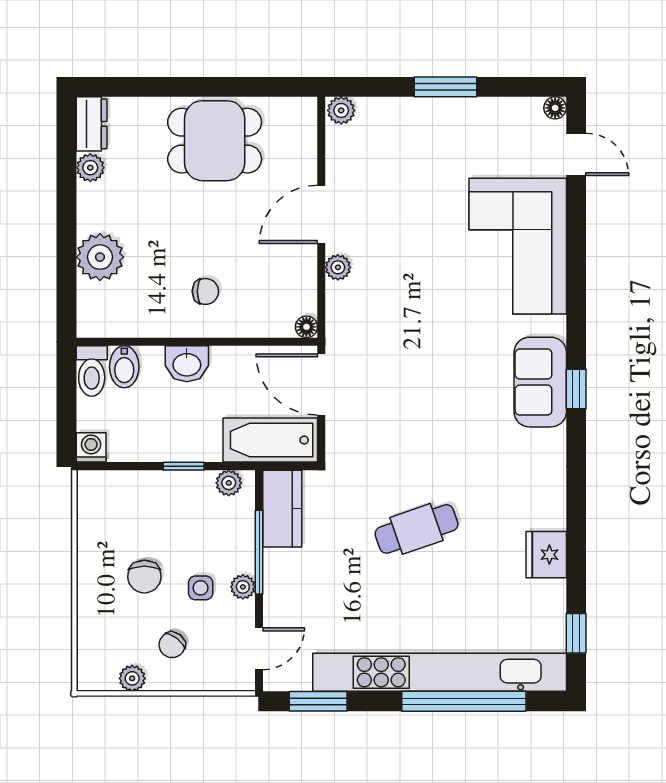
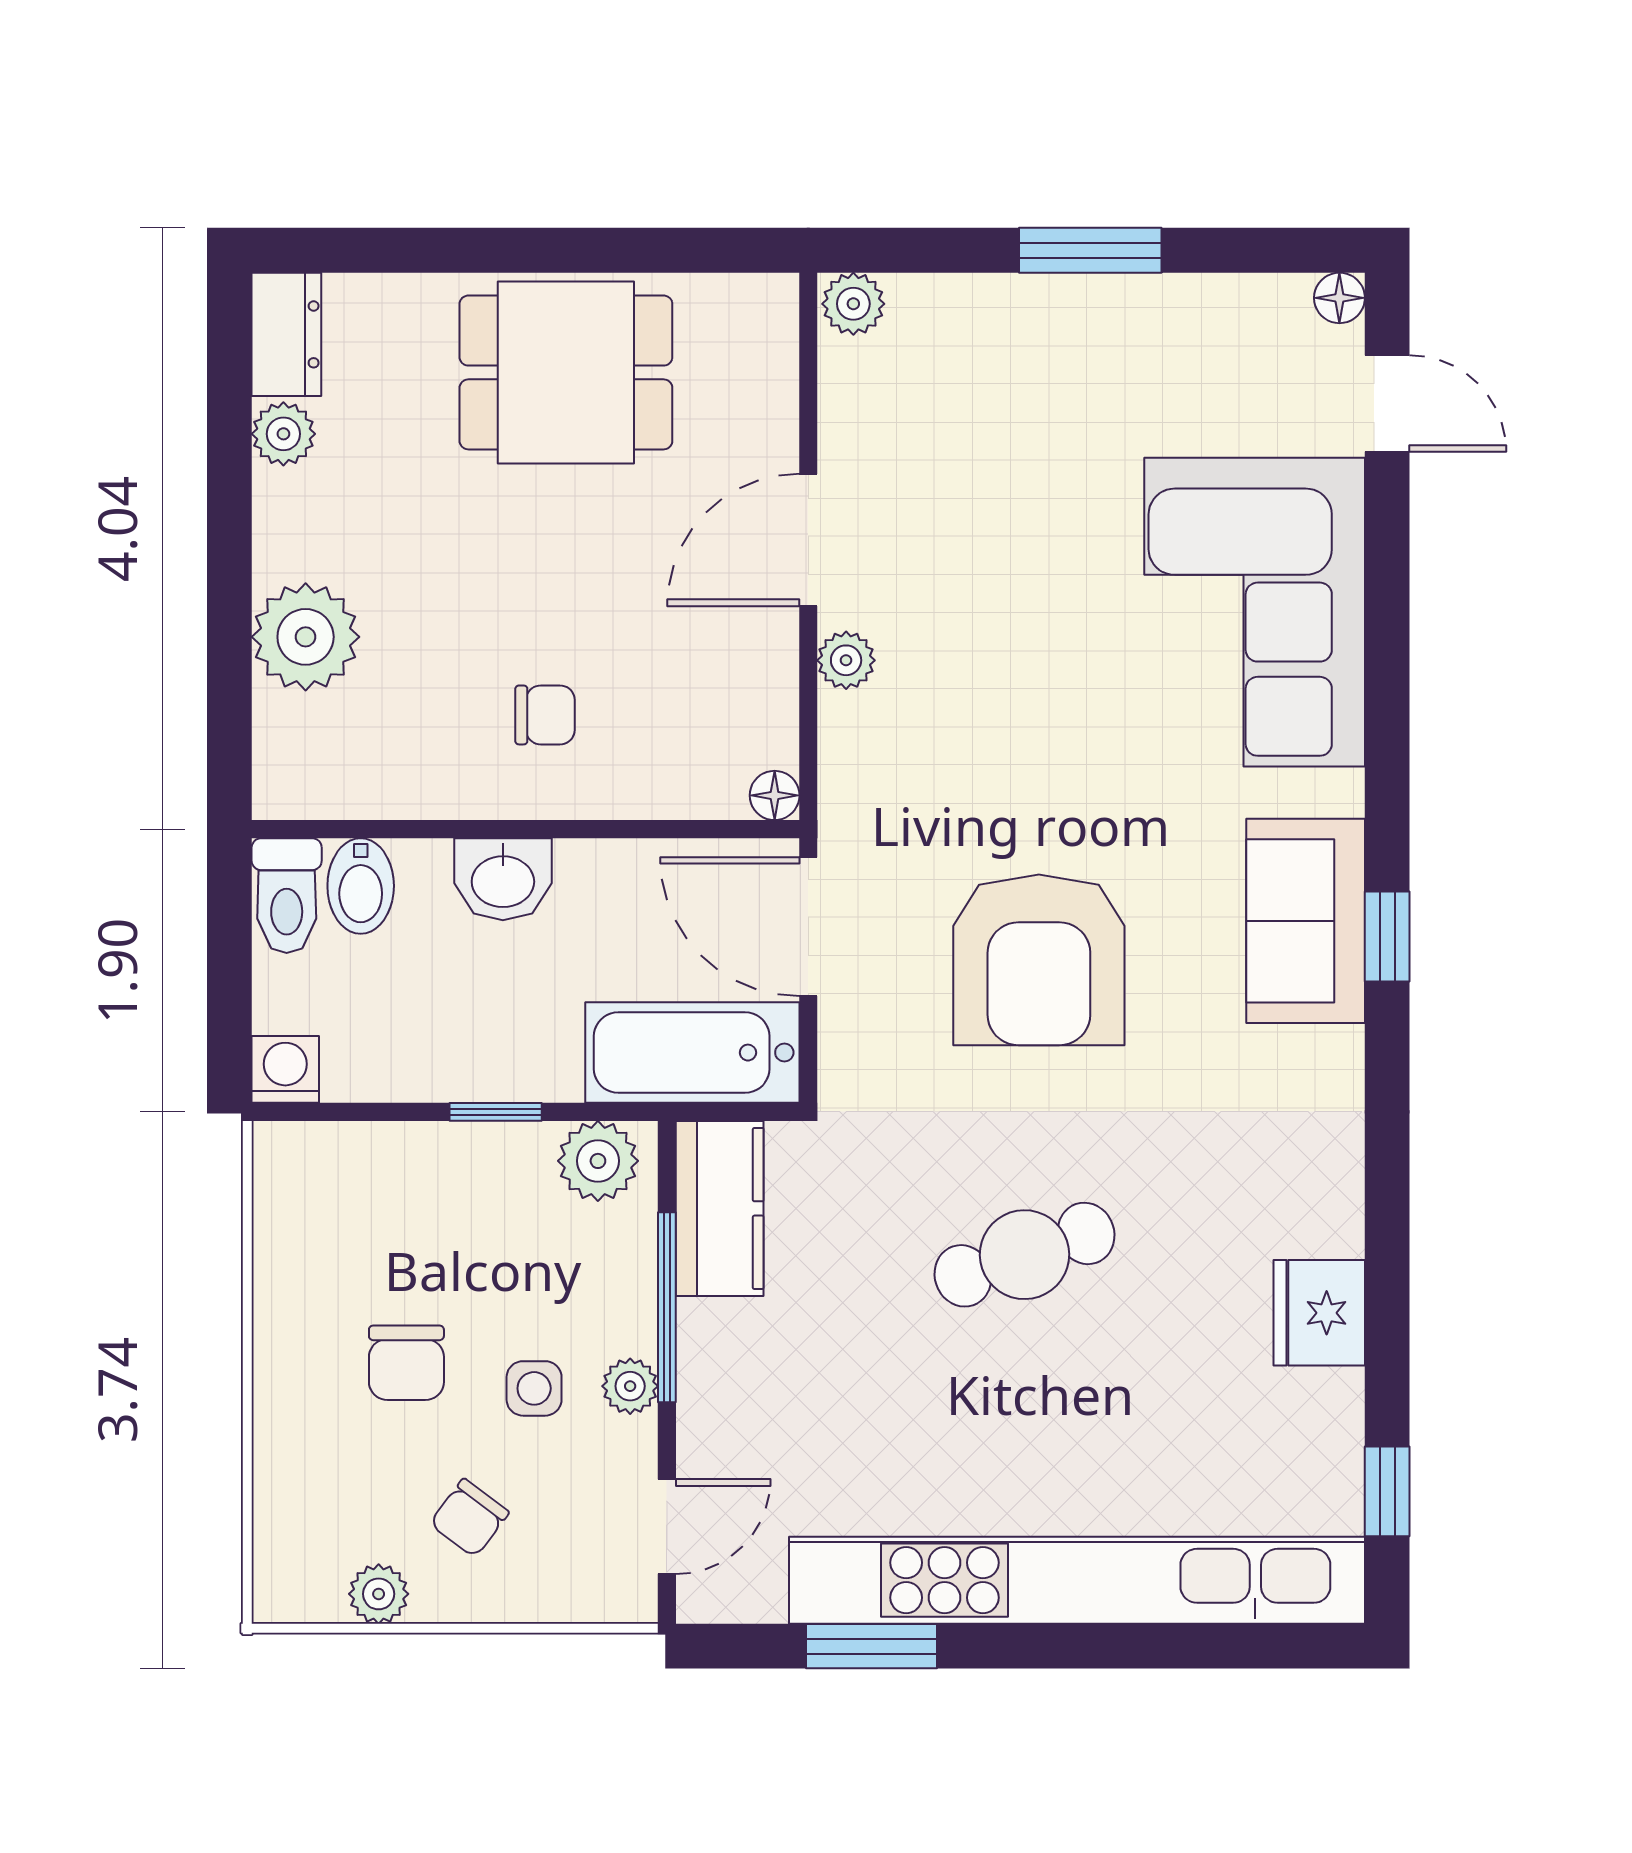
armchair: (423, 399) -> (1039, 960), added
plant: (229, 483) -> (598, 1161), width x1.38, depth x1.38
window: (318, 701) -> (872, 1646), moved
window: (464, 701) -> (1132, 1646), removed

